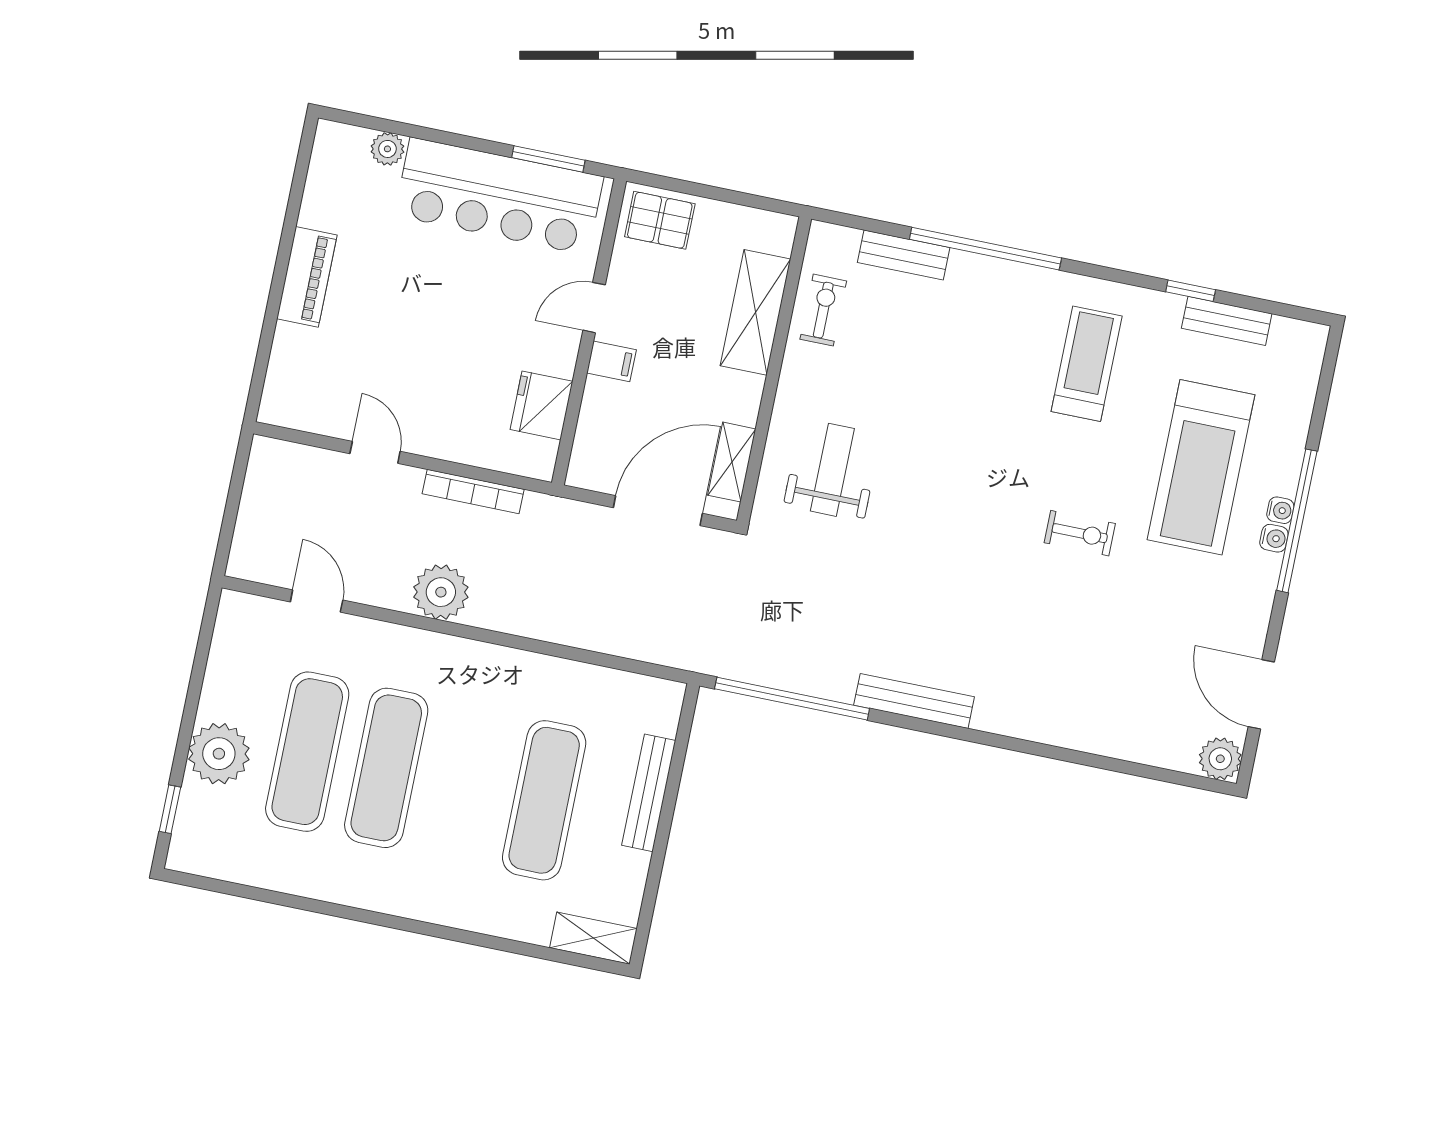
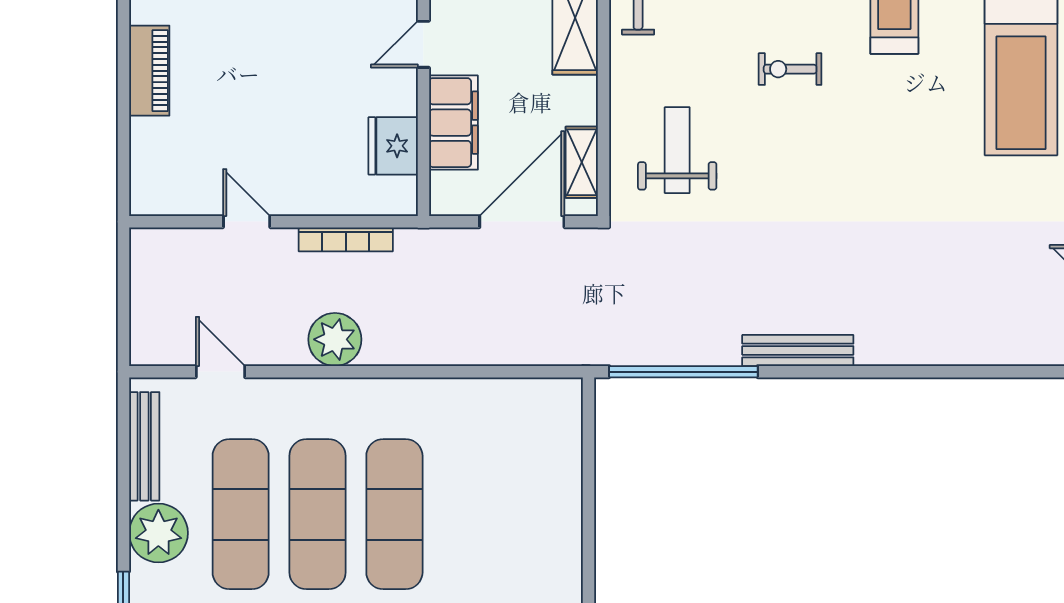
filing cabinet: (611, 361) -> (453, 123), width x3.00, depth x1.17
exercise bike: (1080, 533) -> (790, 69), moved, turned 180
bench: (649, 793) -> (144, 446), moved
exercise mat: (544, 800) -> (394, 514), moved

